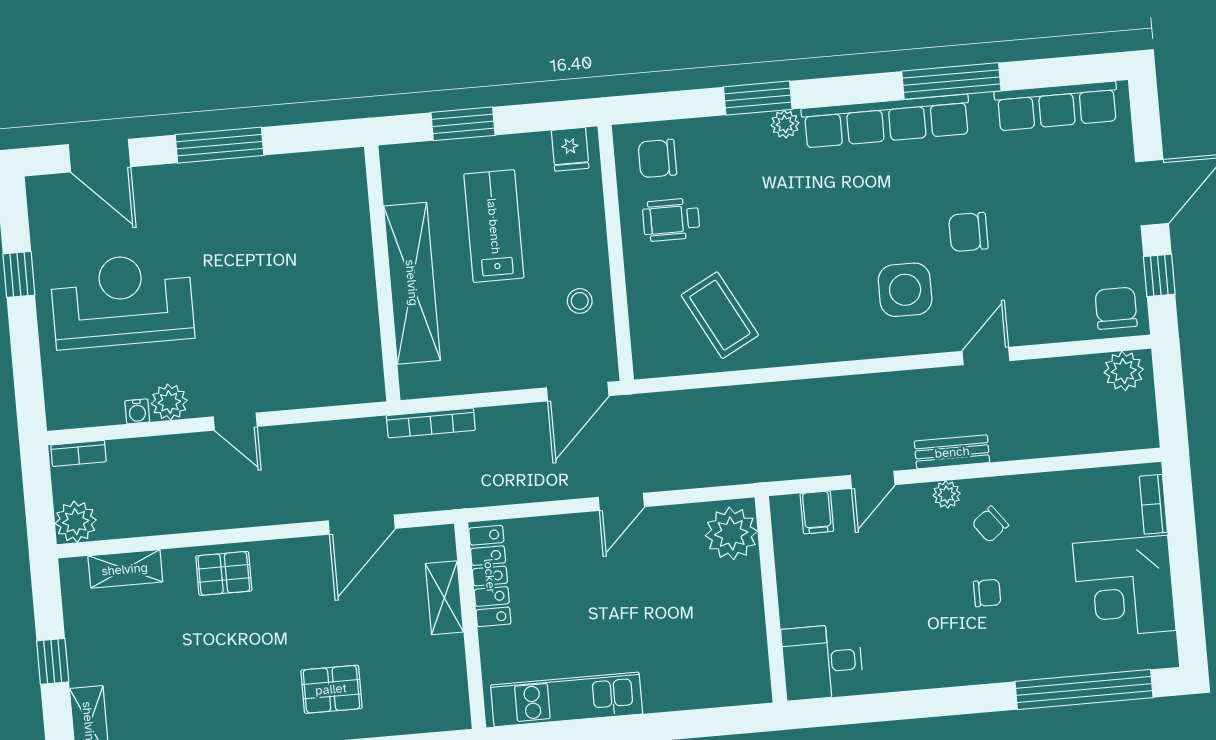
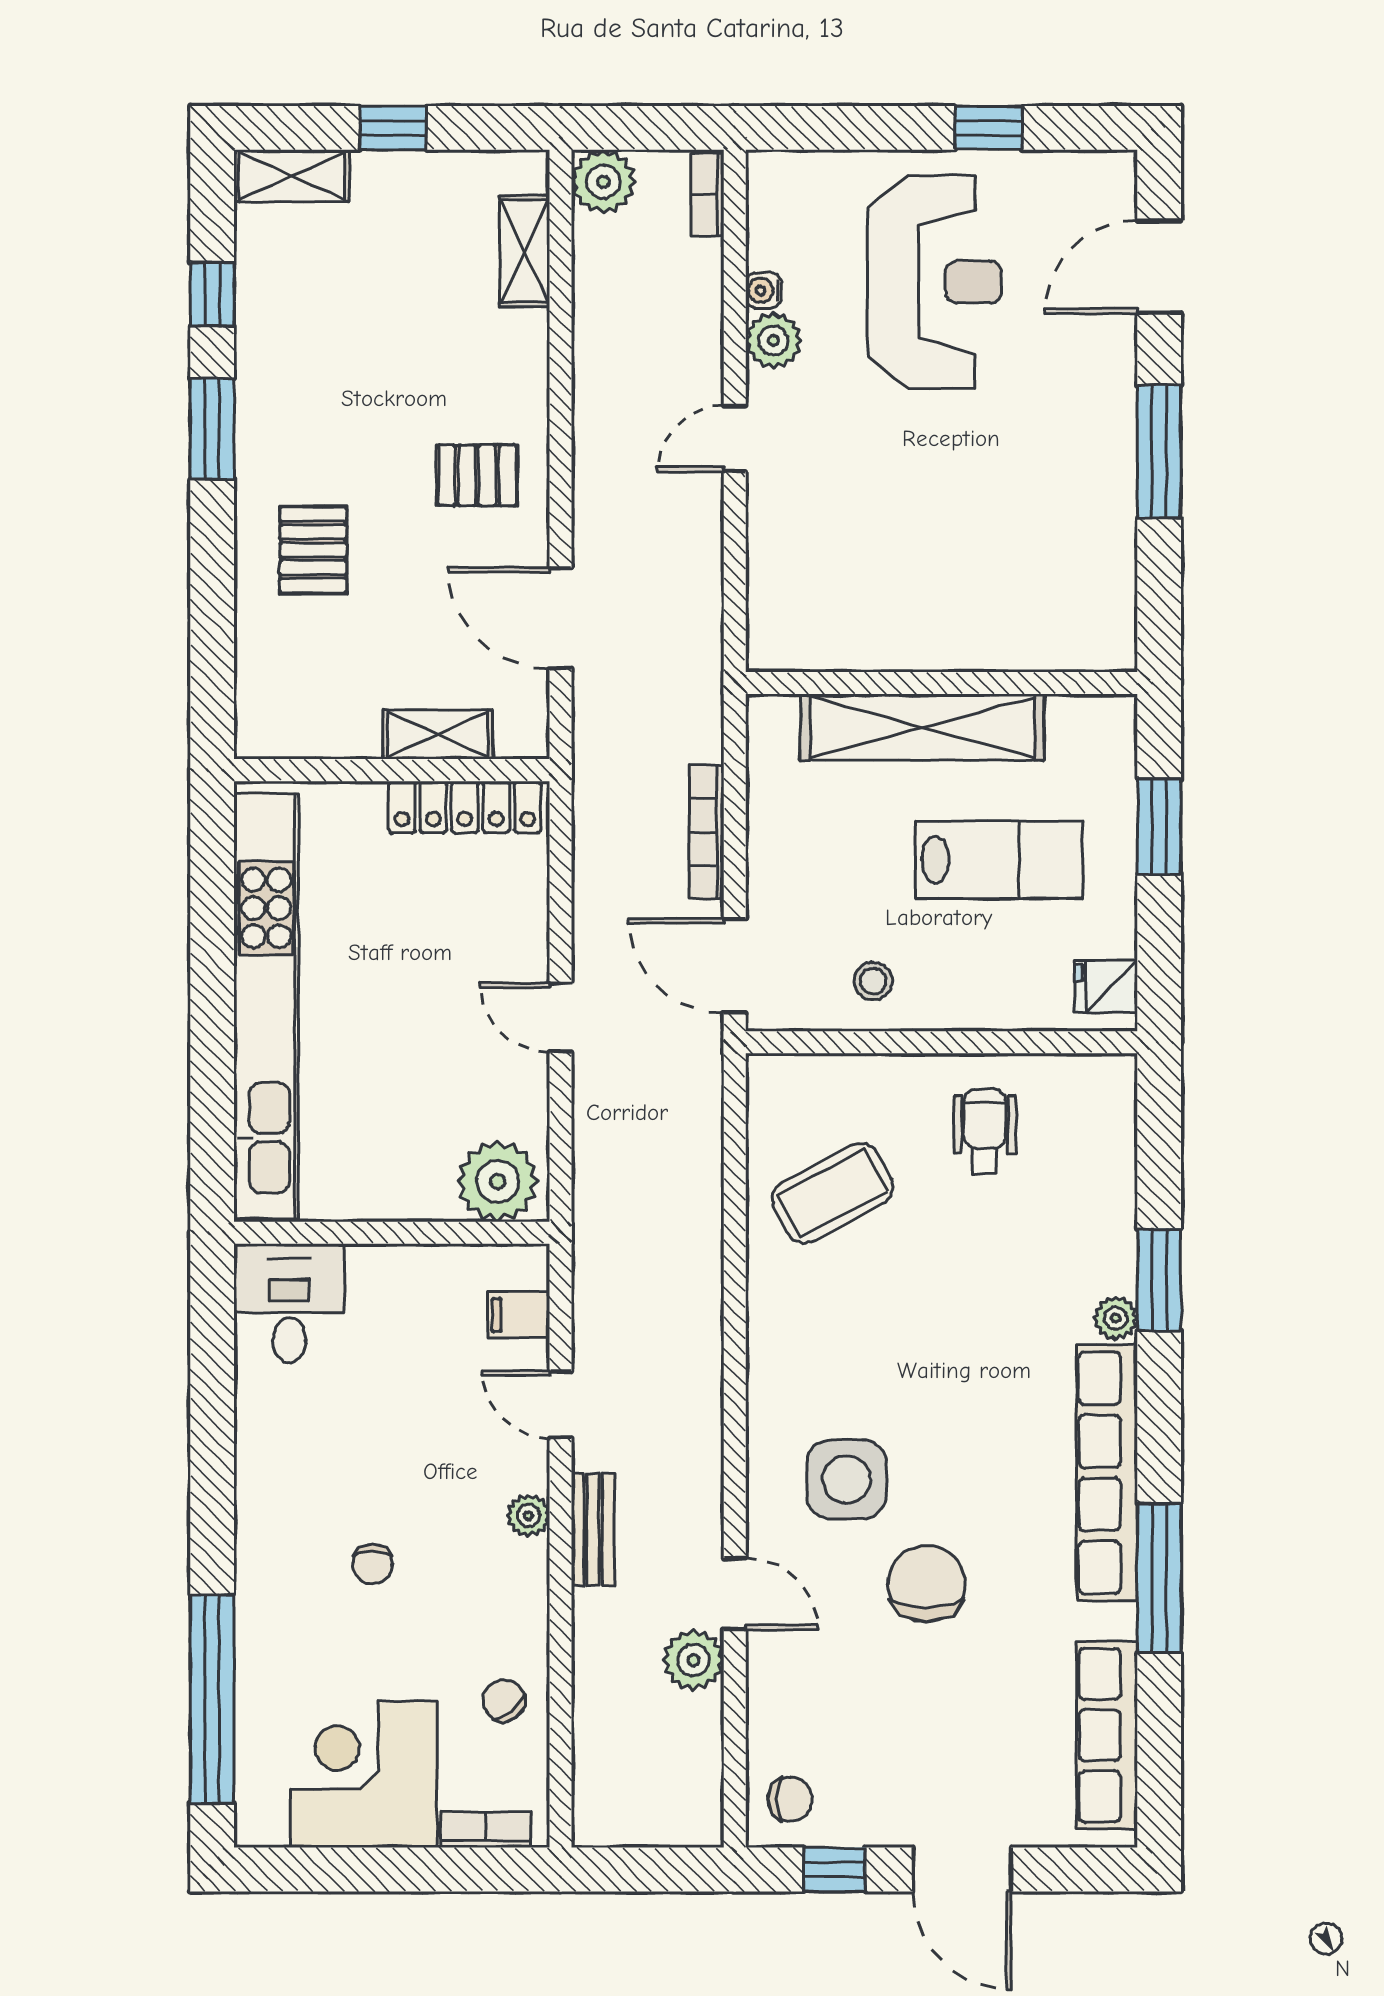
chair: (657, 158) -> (1080, 1119), removed
chair: (968, 232) -> (926, 1584), width x1.37, depth x1.37
chair: (1116, 308) -> (790, 1799), width x0.73, depth x0.73
plant: (1124, 371) -> (693, 1660), moved
bookcase: (431, 423) -> (707, 832), moved
chair: (990, 524) -> (504, 1701), moved
pallet: (224, 573) -> (477, 475), moved, turned 90
kitchen unit: (567, 699) -> (266, 1006), width x1.86

